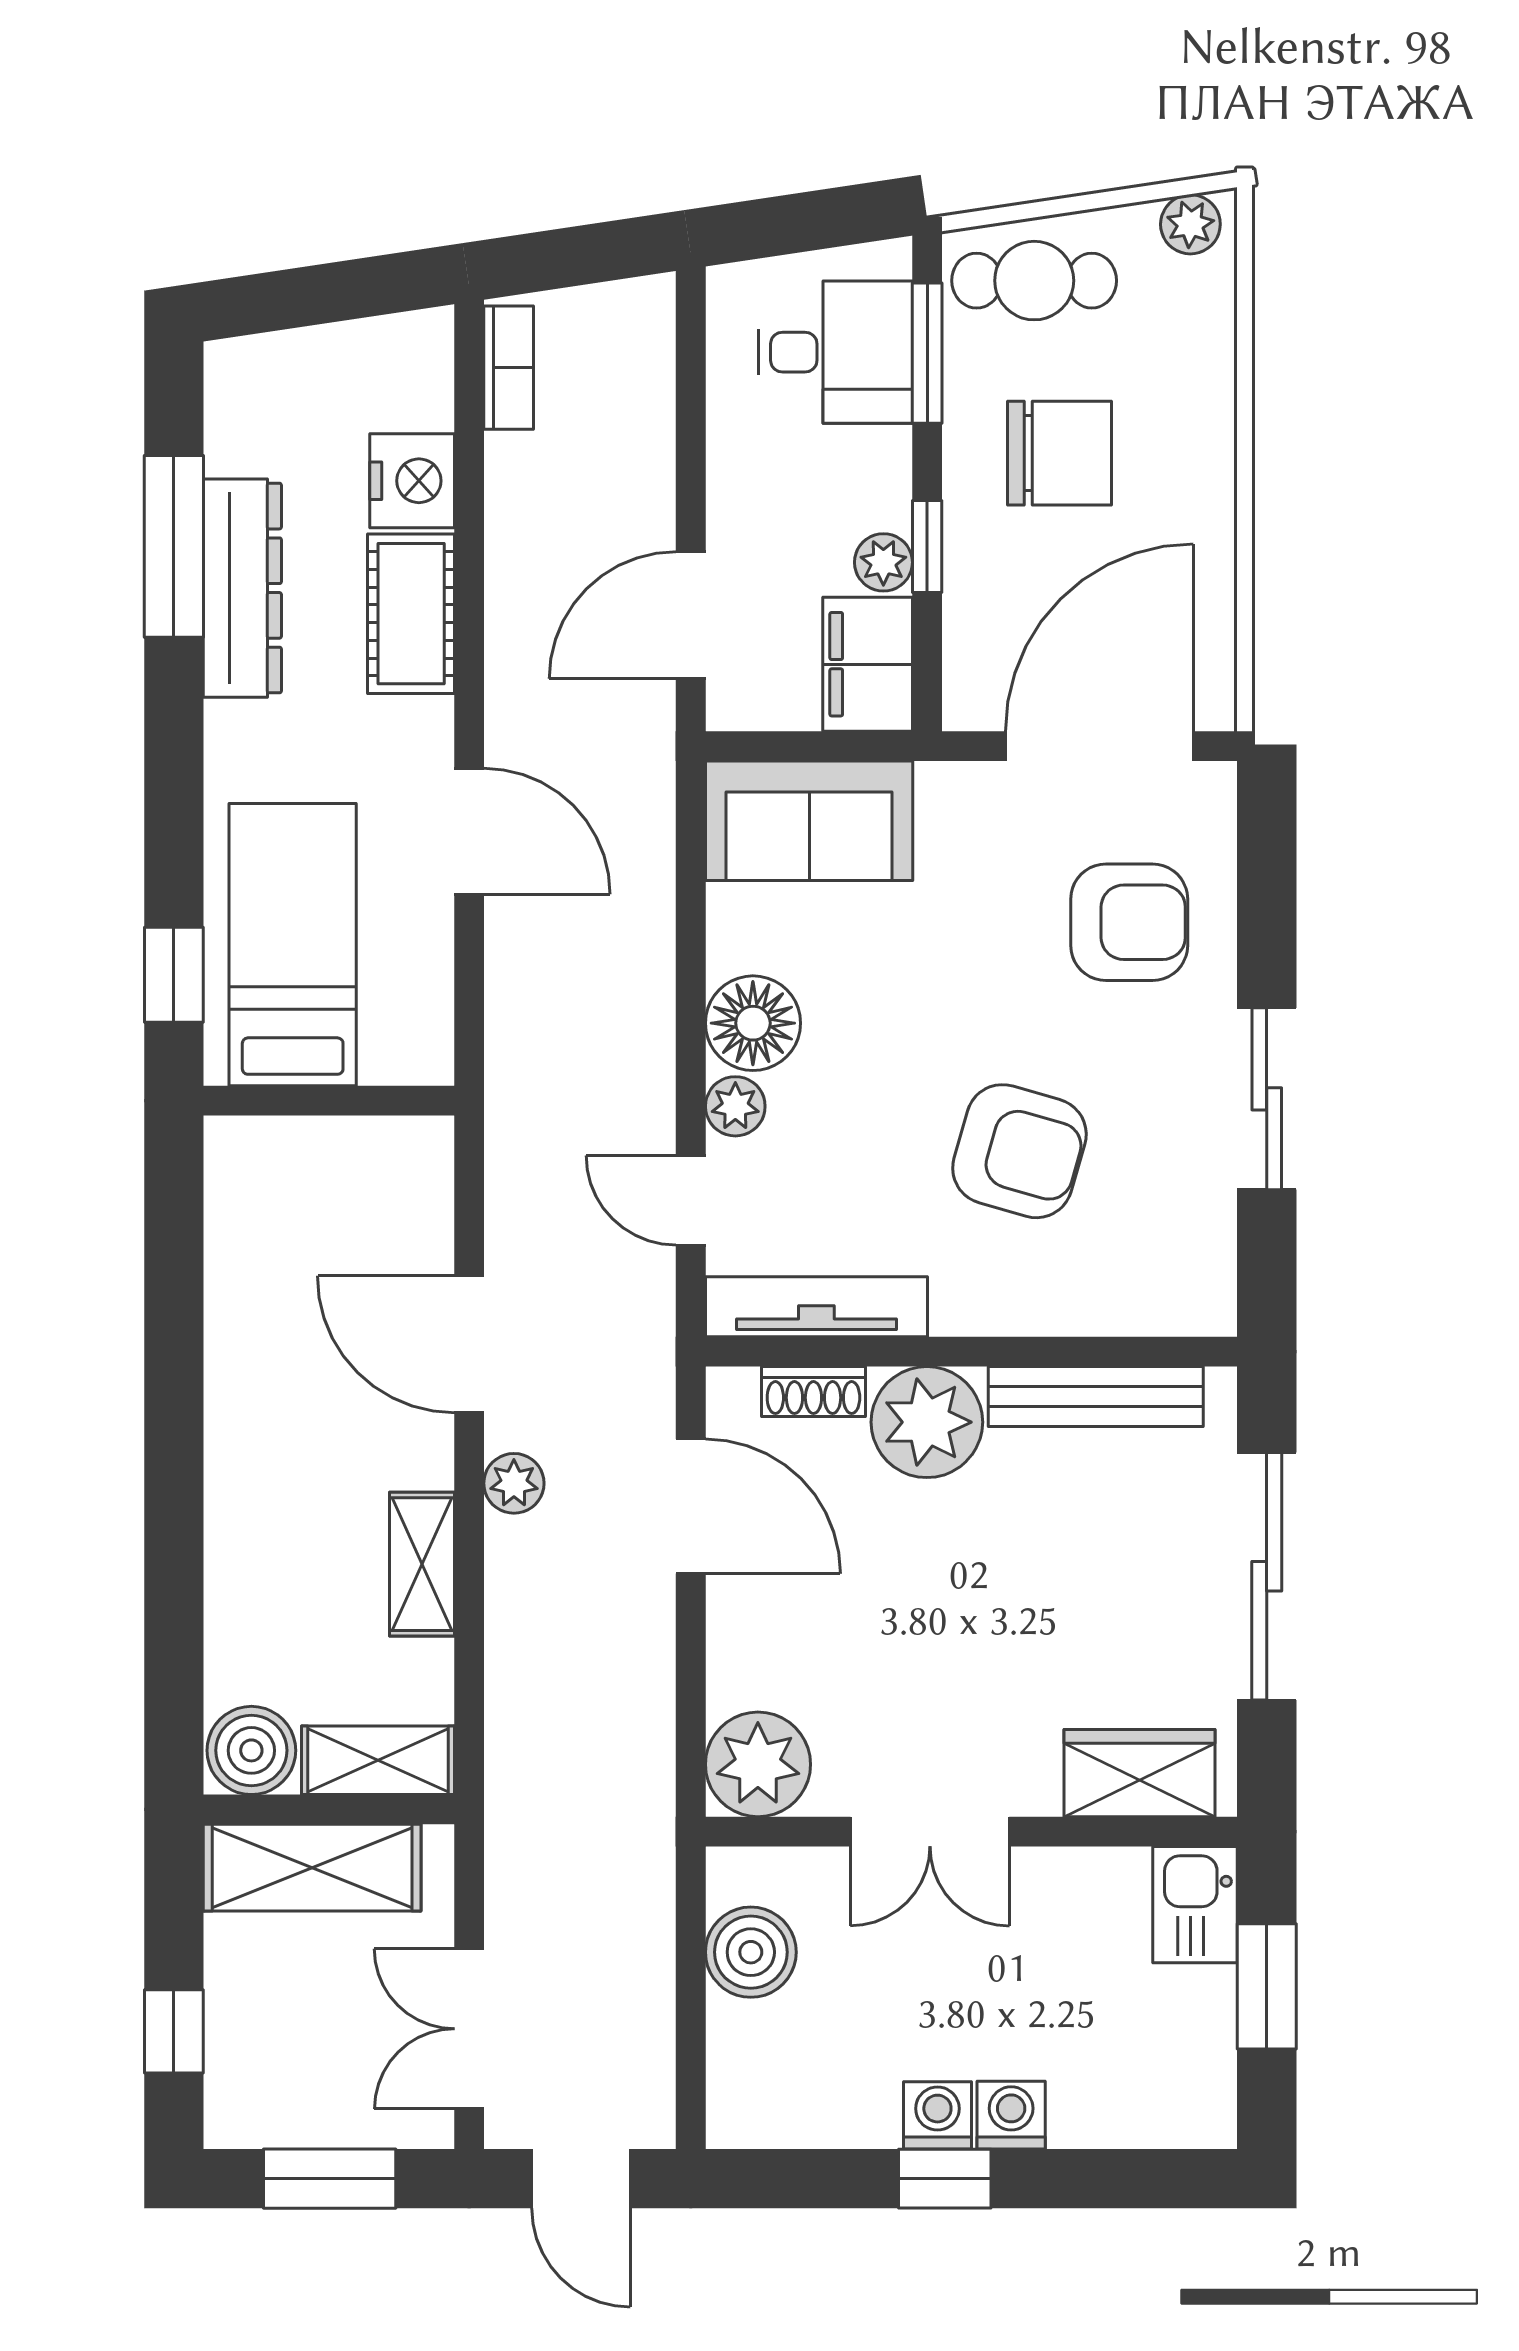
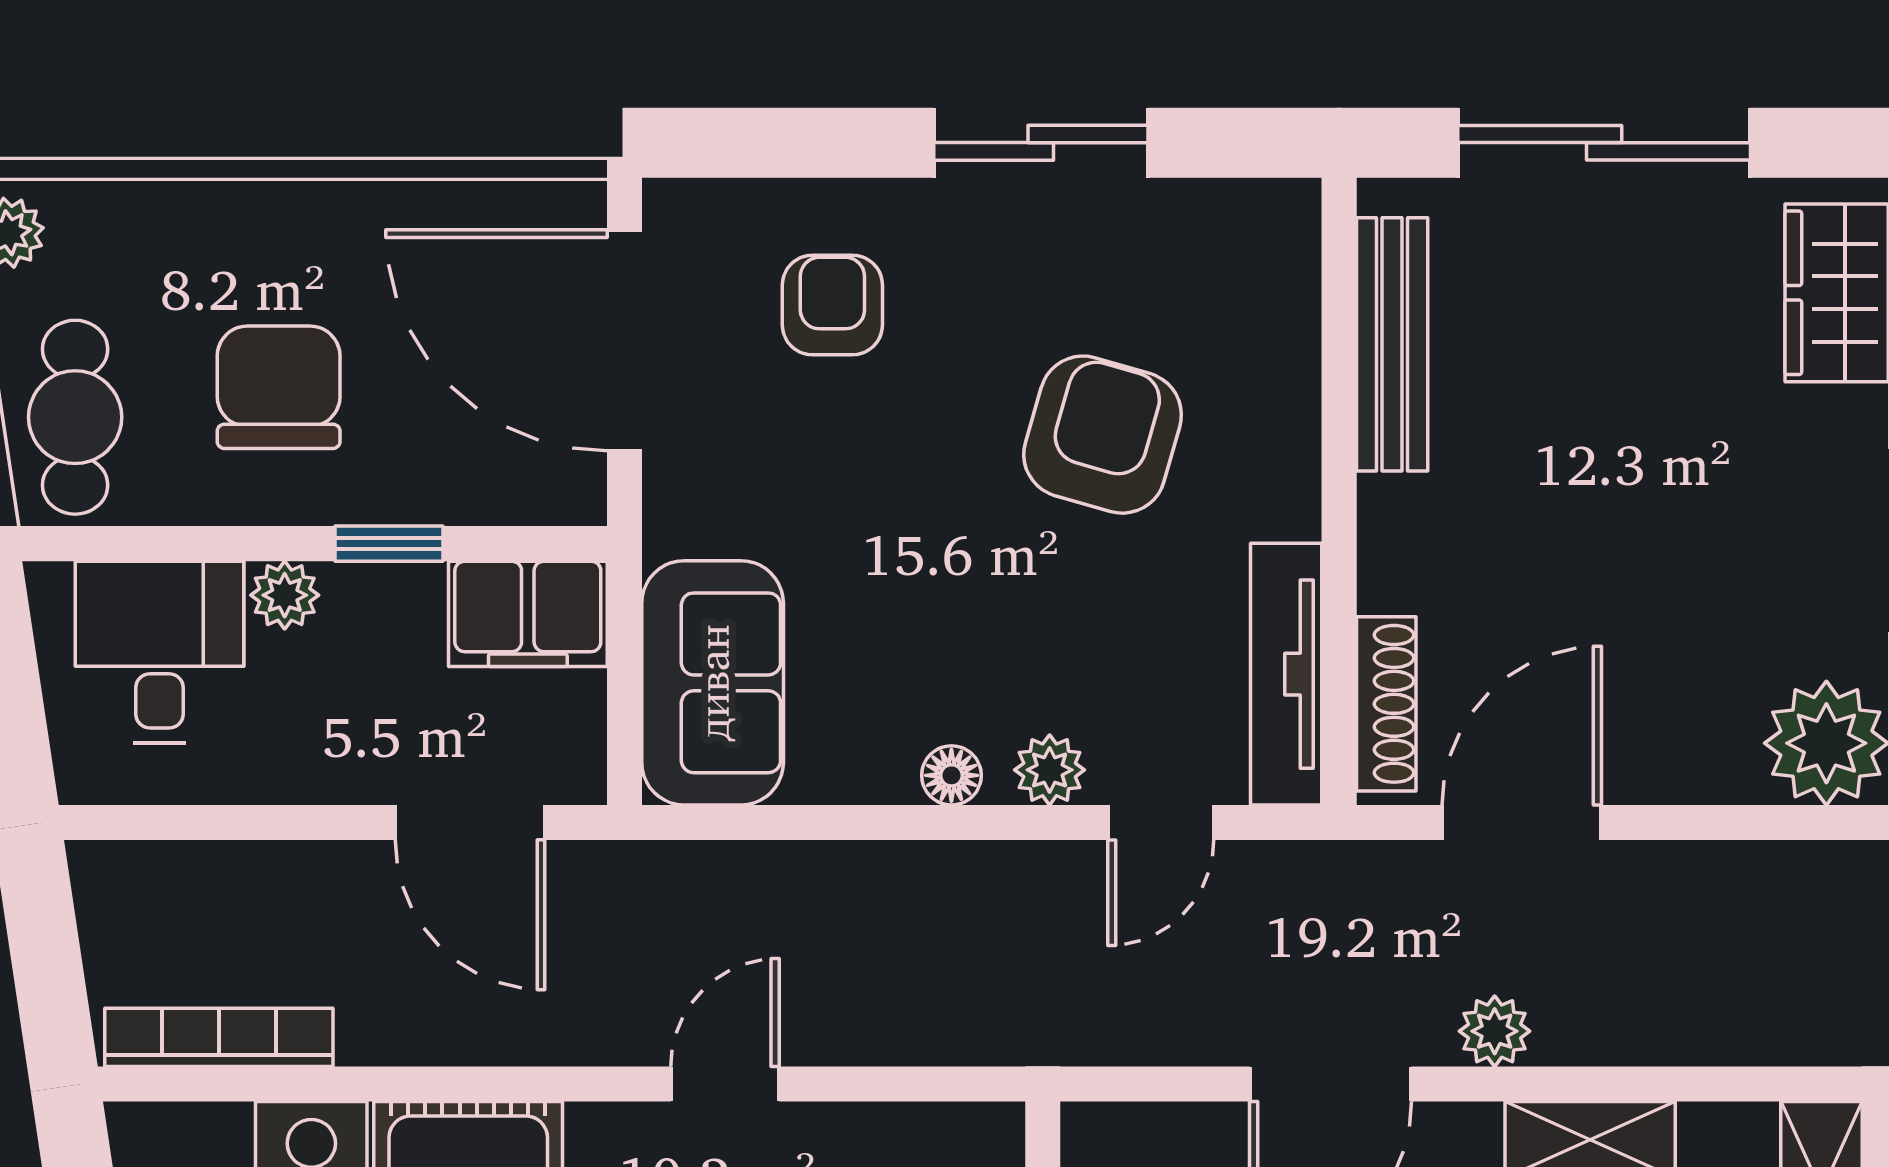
window: (927, 353) -> (161, 544), removed
bookcase: (509, 368) -> (219, 1037), width x1.56
plant: (883, 562) -> (285, 595), moved
door: (469, 831) -> (725, 1084), width x0.73
armchair: (1129, 922) -> (832, 305), width x0.72, depth x0.72
floor lamp: (753, 1023) -> (951, 775), width x0.53, depth x0.53
shoe rack: (813, 1392) -> (1386, 704), width x1.43
plant: (927, 1422) -> (1422, 544), removed

